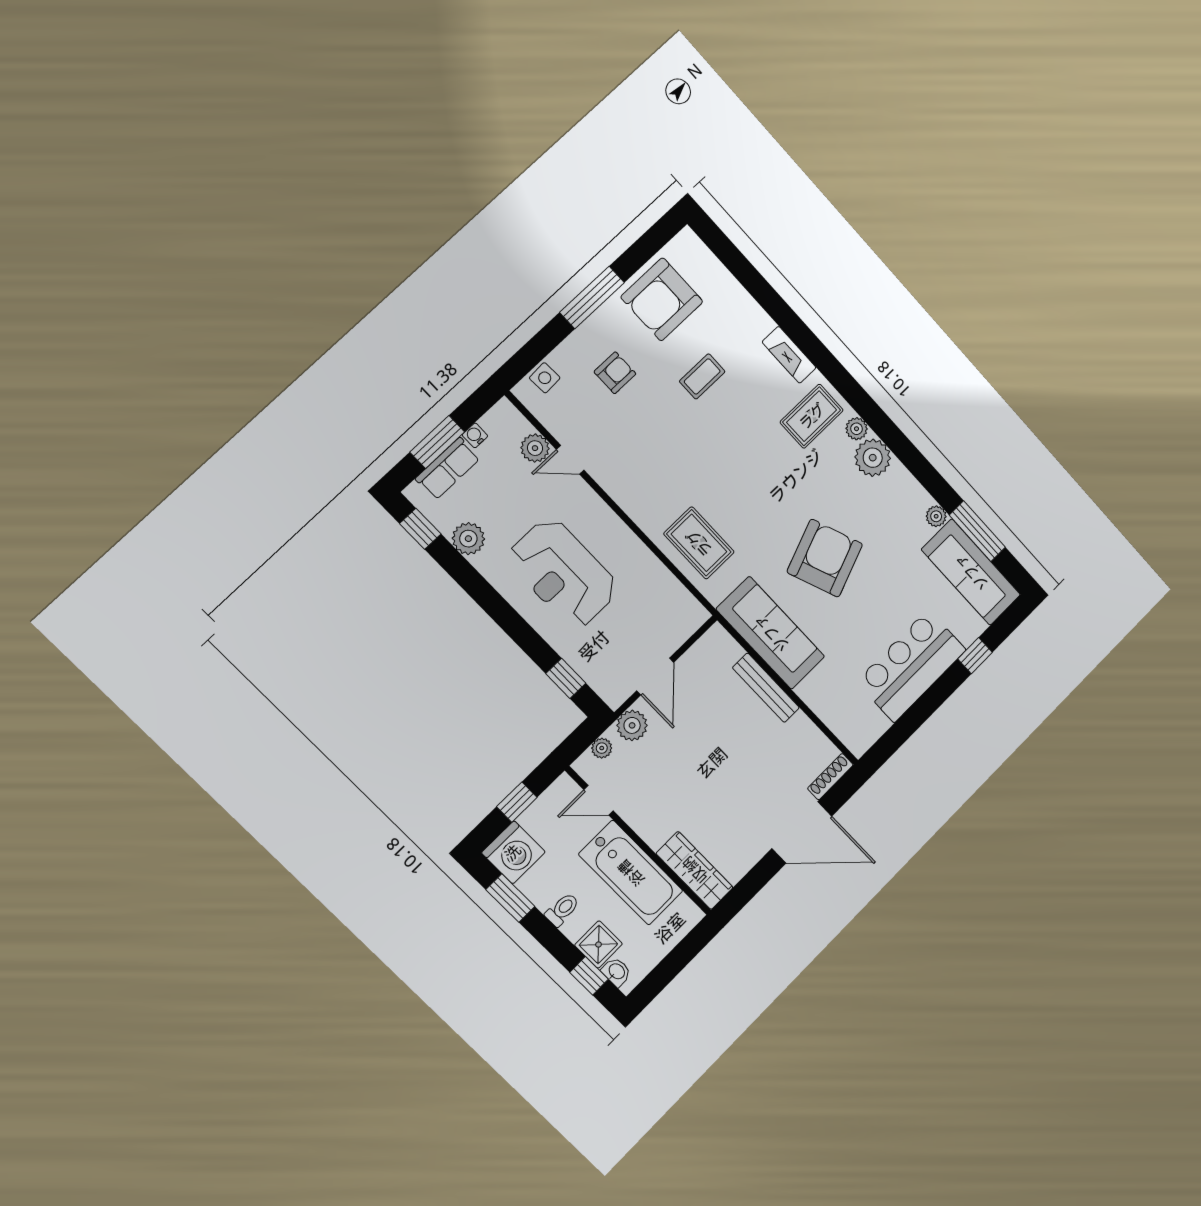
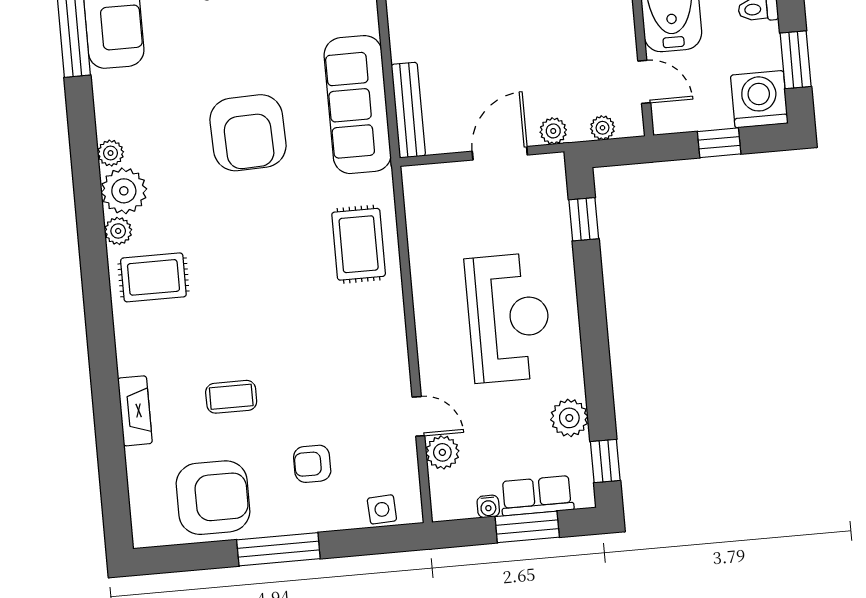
fireplace: (789, 355) -> (135, 411), moved
plant: (936, 516) -> (111, 153), moved
armchair: (825, 558) -> (248, 133), turned -71
bench: (766, 688) -> (408, 110), moved
plant: (632, 725) -> (553, 131), width x0.73, depth x0.73

